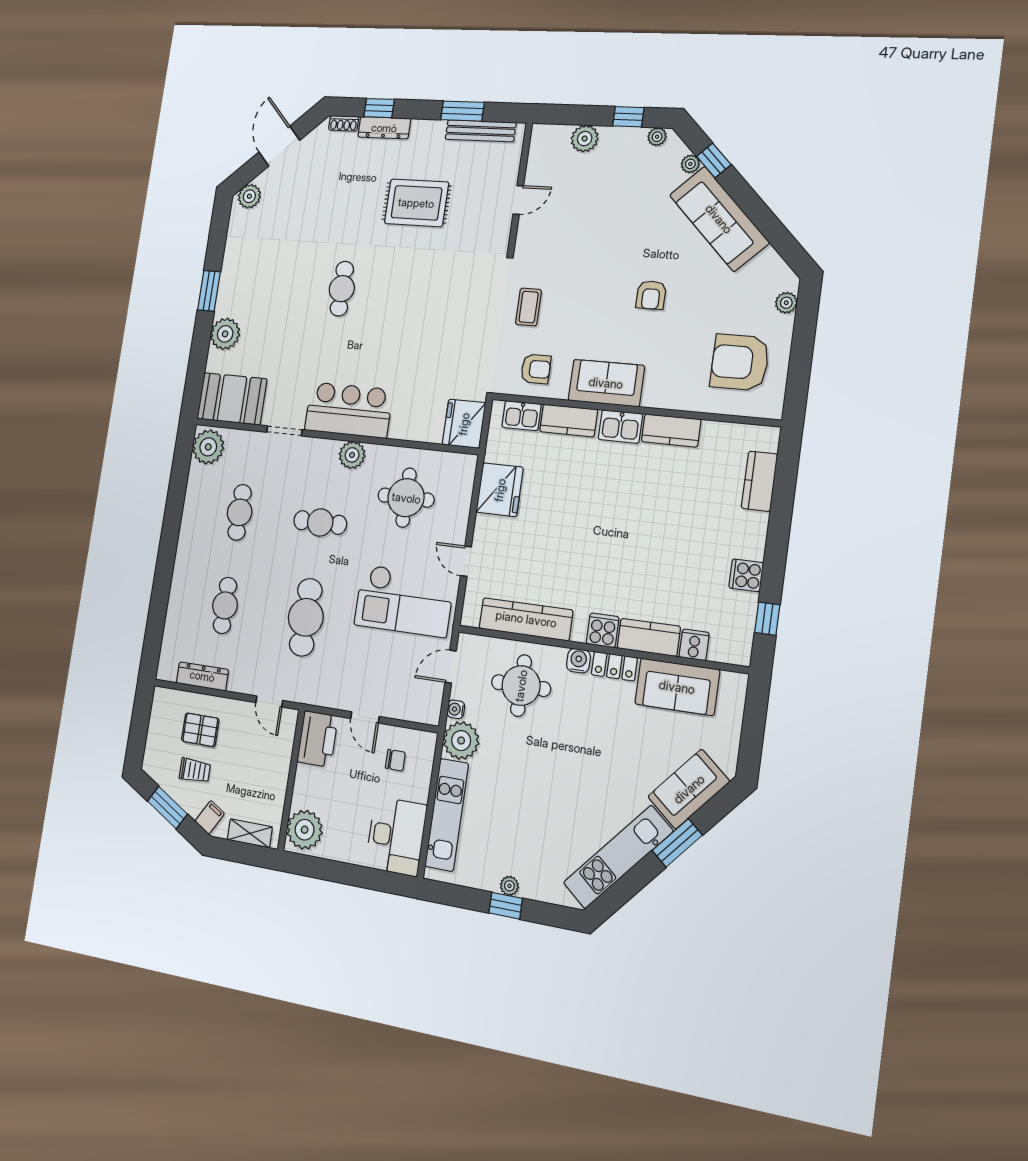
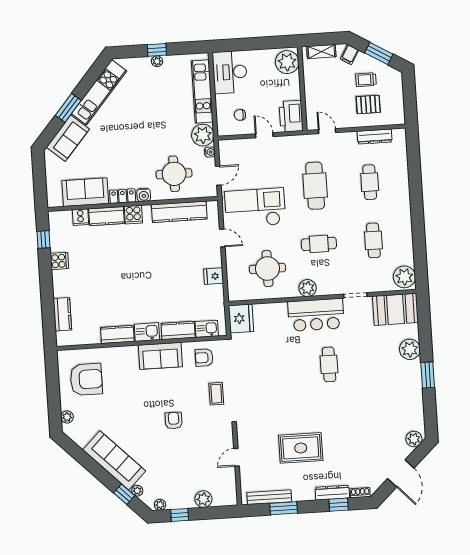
cafe table: (342, 289) -> (329, 364), moved
armchair: (651, 295) -> (174, 421), moved
fridge: (500, 490) -> (214, 276), width x0.53, depth x0.75

